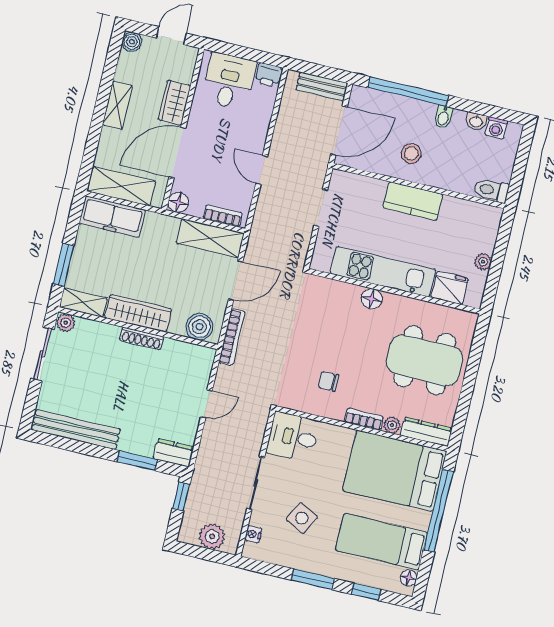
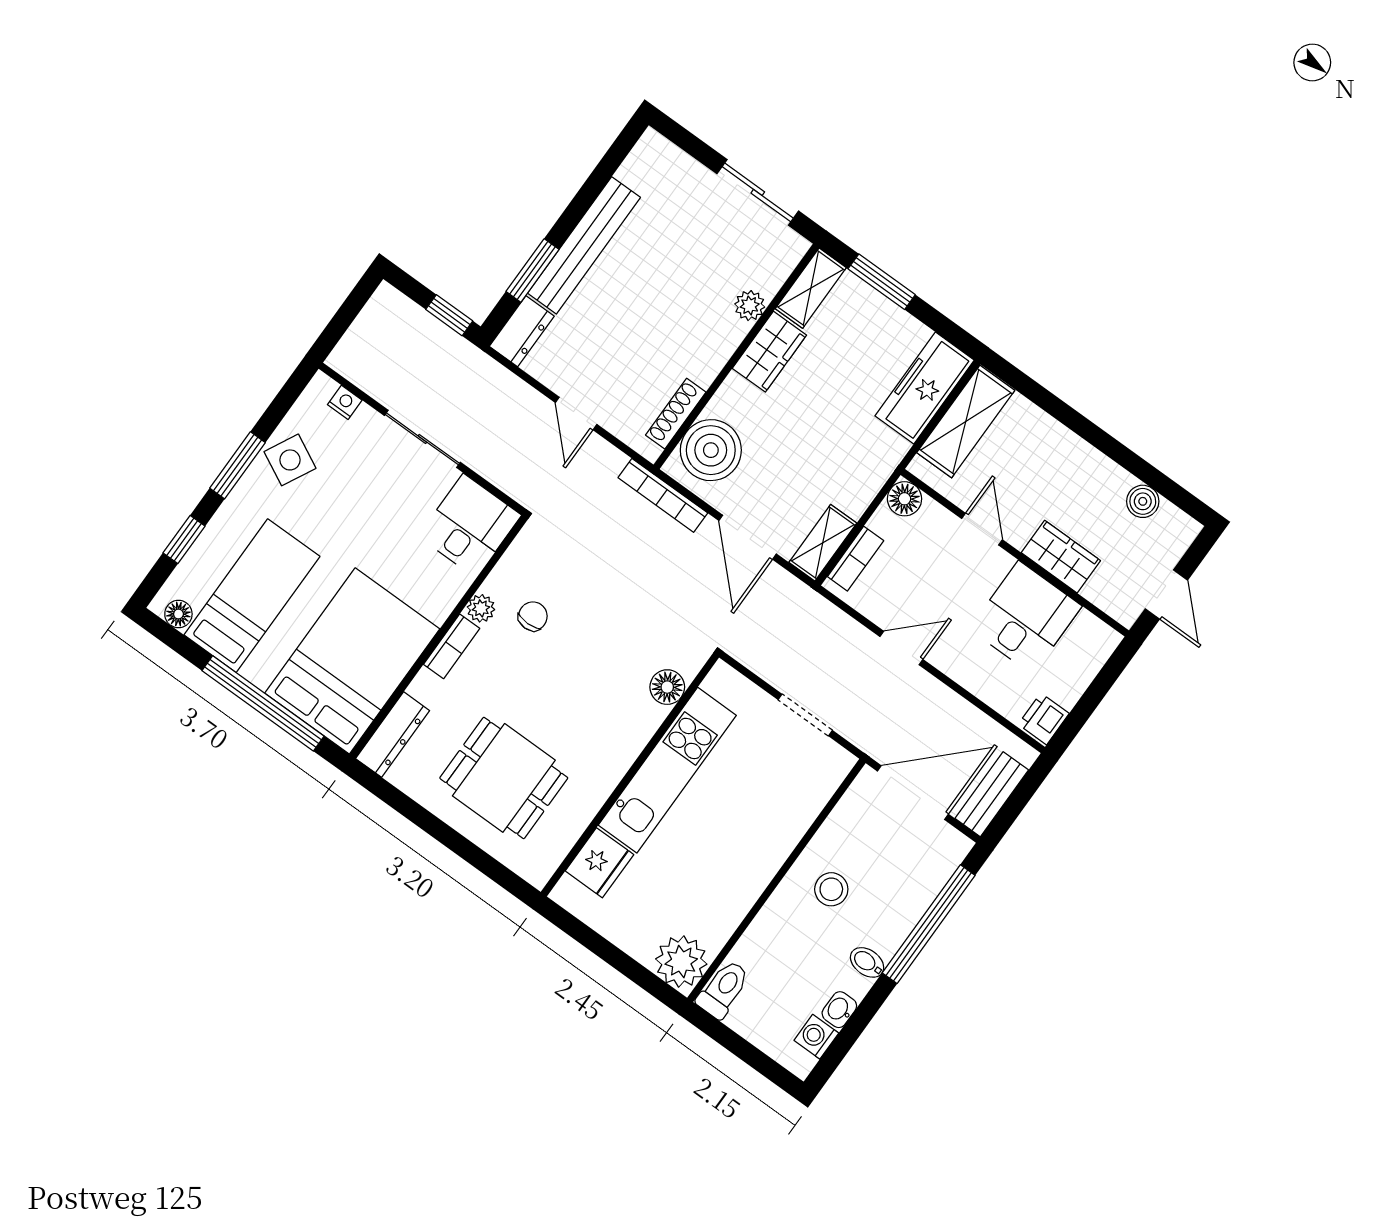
boiler: (132, 42) -> (1143, 501), moved
desk: (229, 81) -> (1026, 618), moved, turned -90
shelving: (117, 105) -> (1093, 467), removed
door: (339, 131) -> (913, 793), swing flipped
door: (177, 153) -> (982, 529), width x0.53
kitchen counter: (413, 201) -> (757, 862), removed
shelving: (210, 238) -> (823, 543), width x0.67, depth x0.75
plant: (483, 262) -> (681, 962), moved, width x1.88, depth x1.88
floor lamp: (372, 299) -> (667, 687), moved
wardrobe: (138, 313) -> (769, 352), width x0.67
plant: (66, 323) -> (750, 306), moved
boiler: (199, 327) -> (711, 450), width x1.37, depth x1.37
shoe rack: (142, 339) -> (676, 414), moved
dining table: (425, 360) -> (504, 778), width x0.73
plant: (392, 425) -> (481, 608), moved
bench: (76, 429) -> (584, 245), moved
side table: (302, 518) -> (290, 460), moved
plant: (212, 536) -> (368, 337), removed

